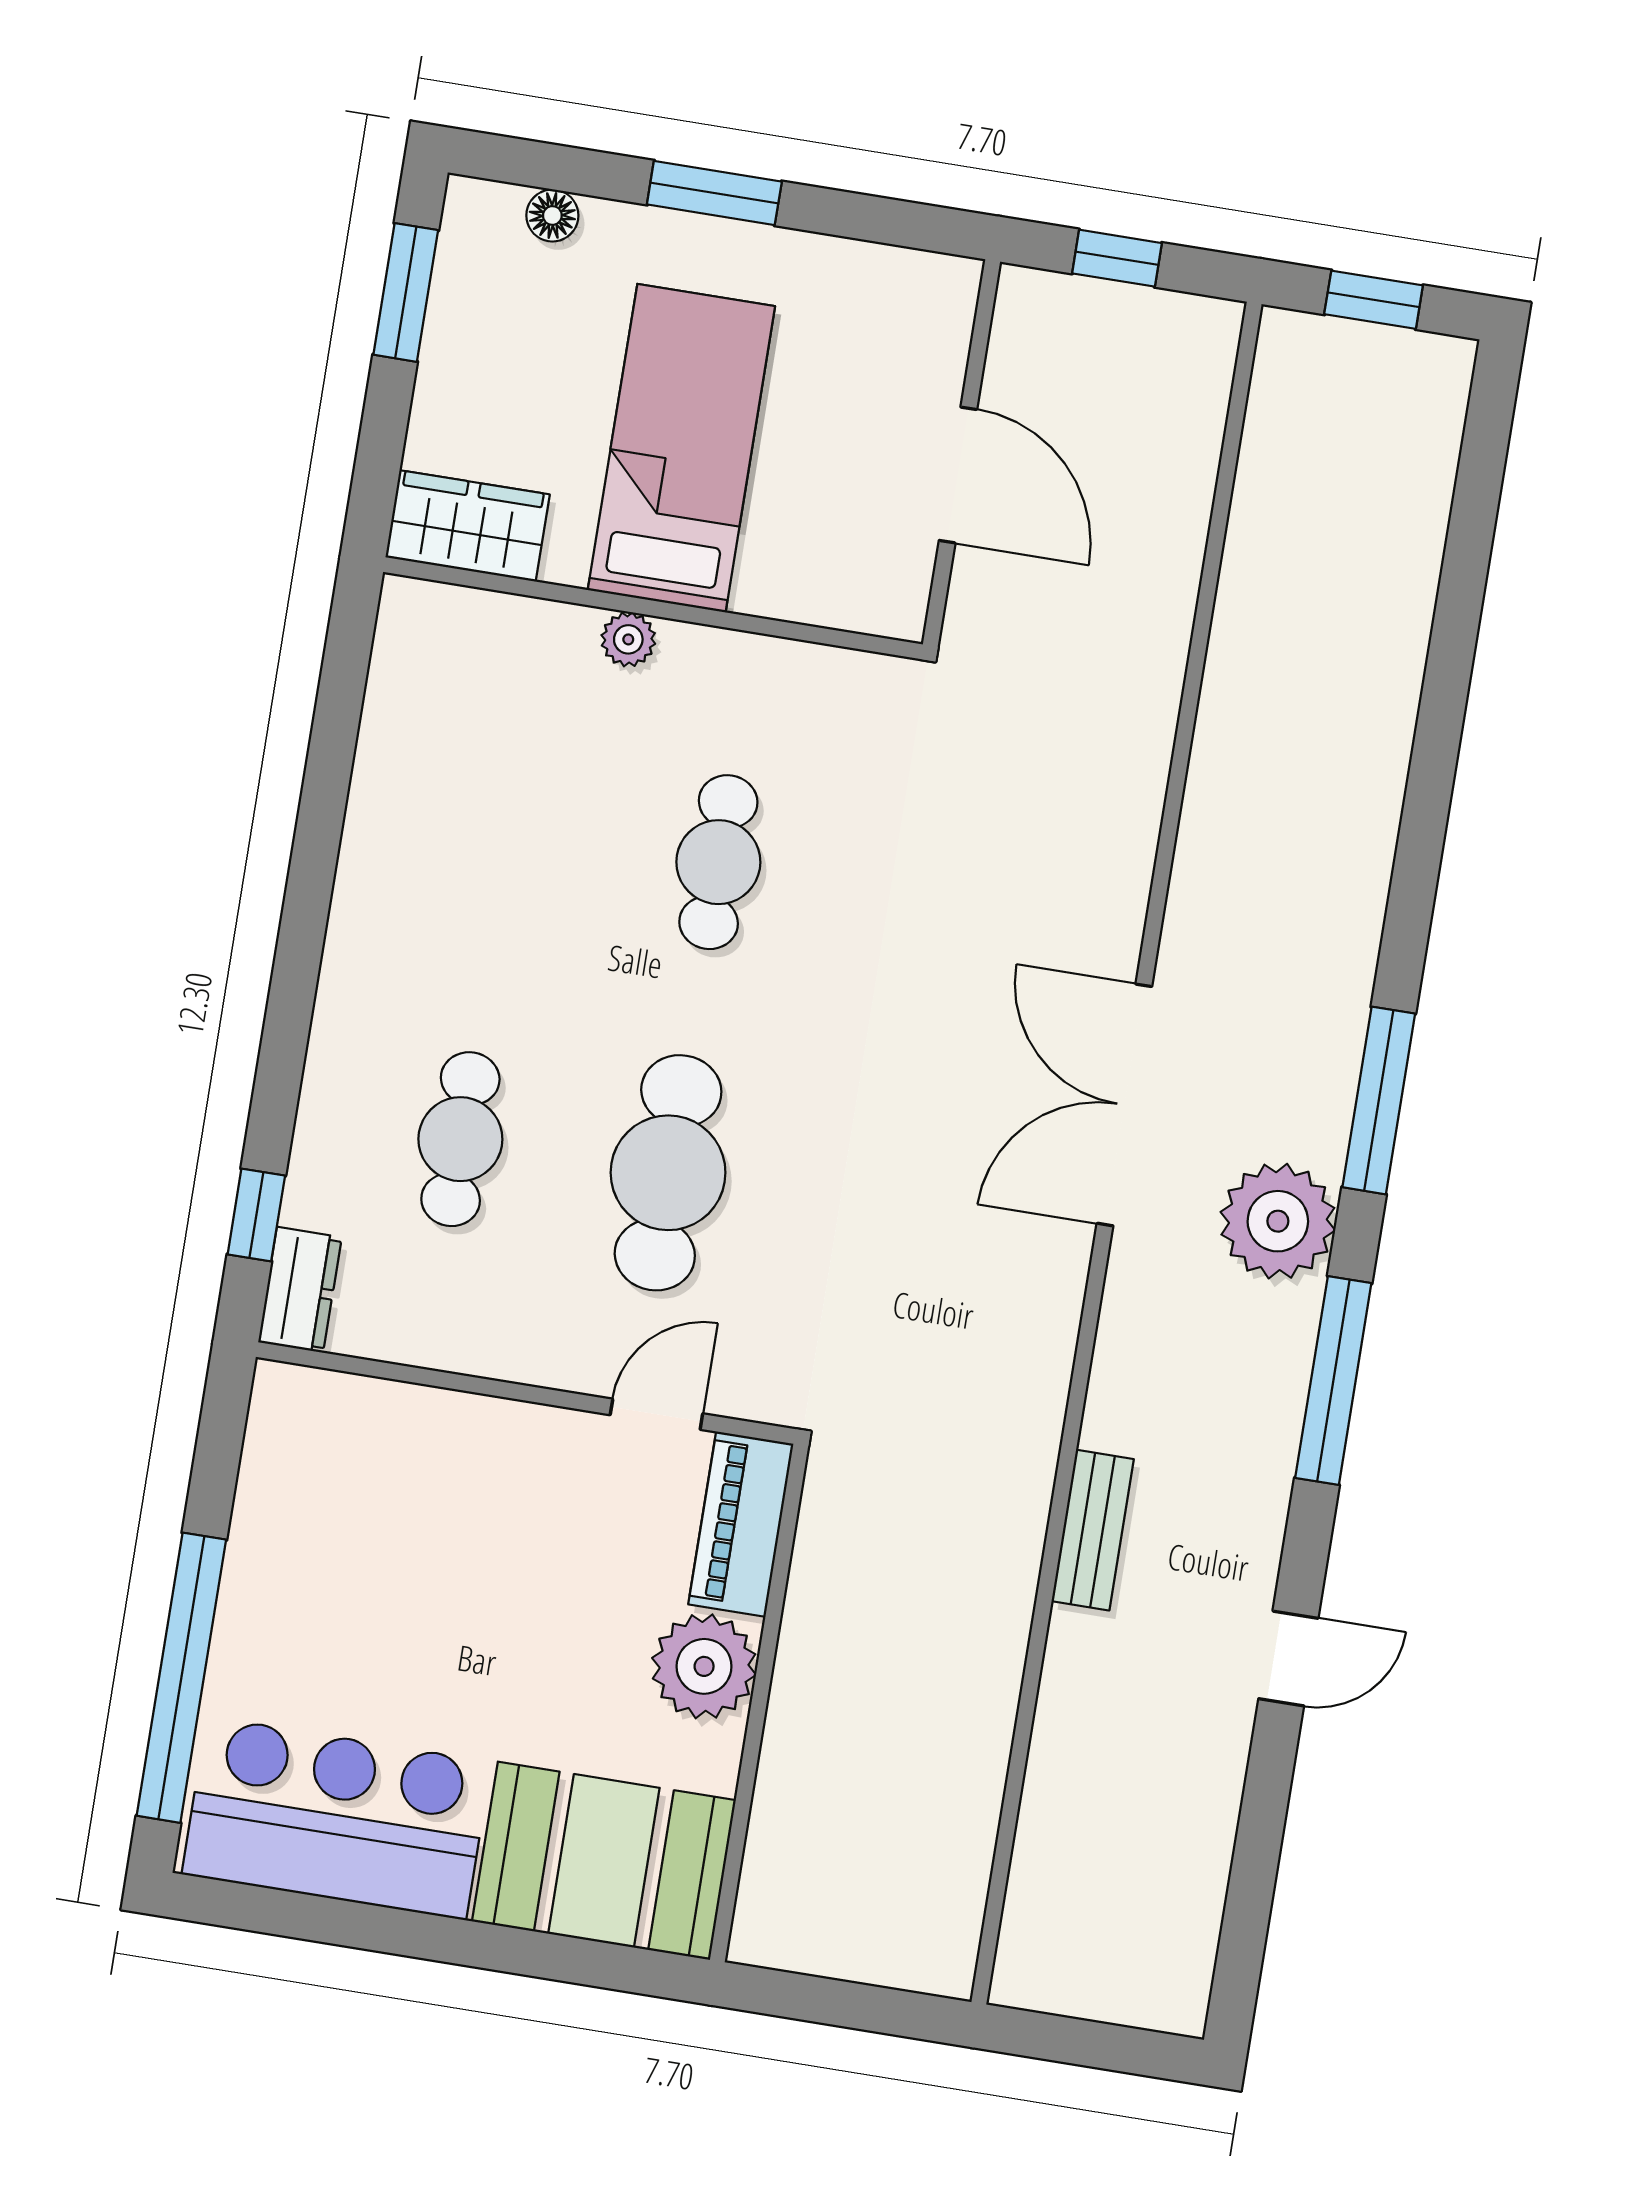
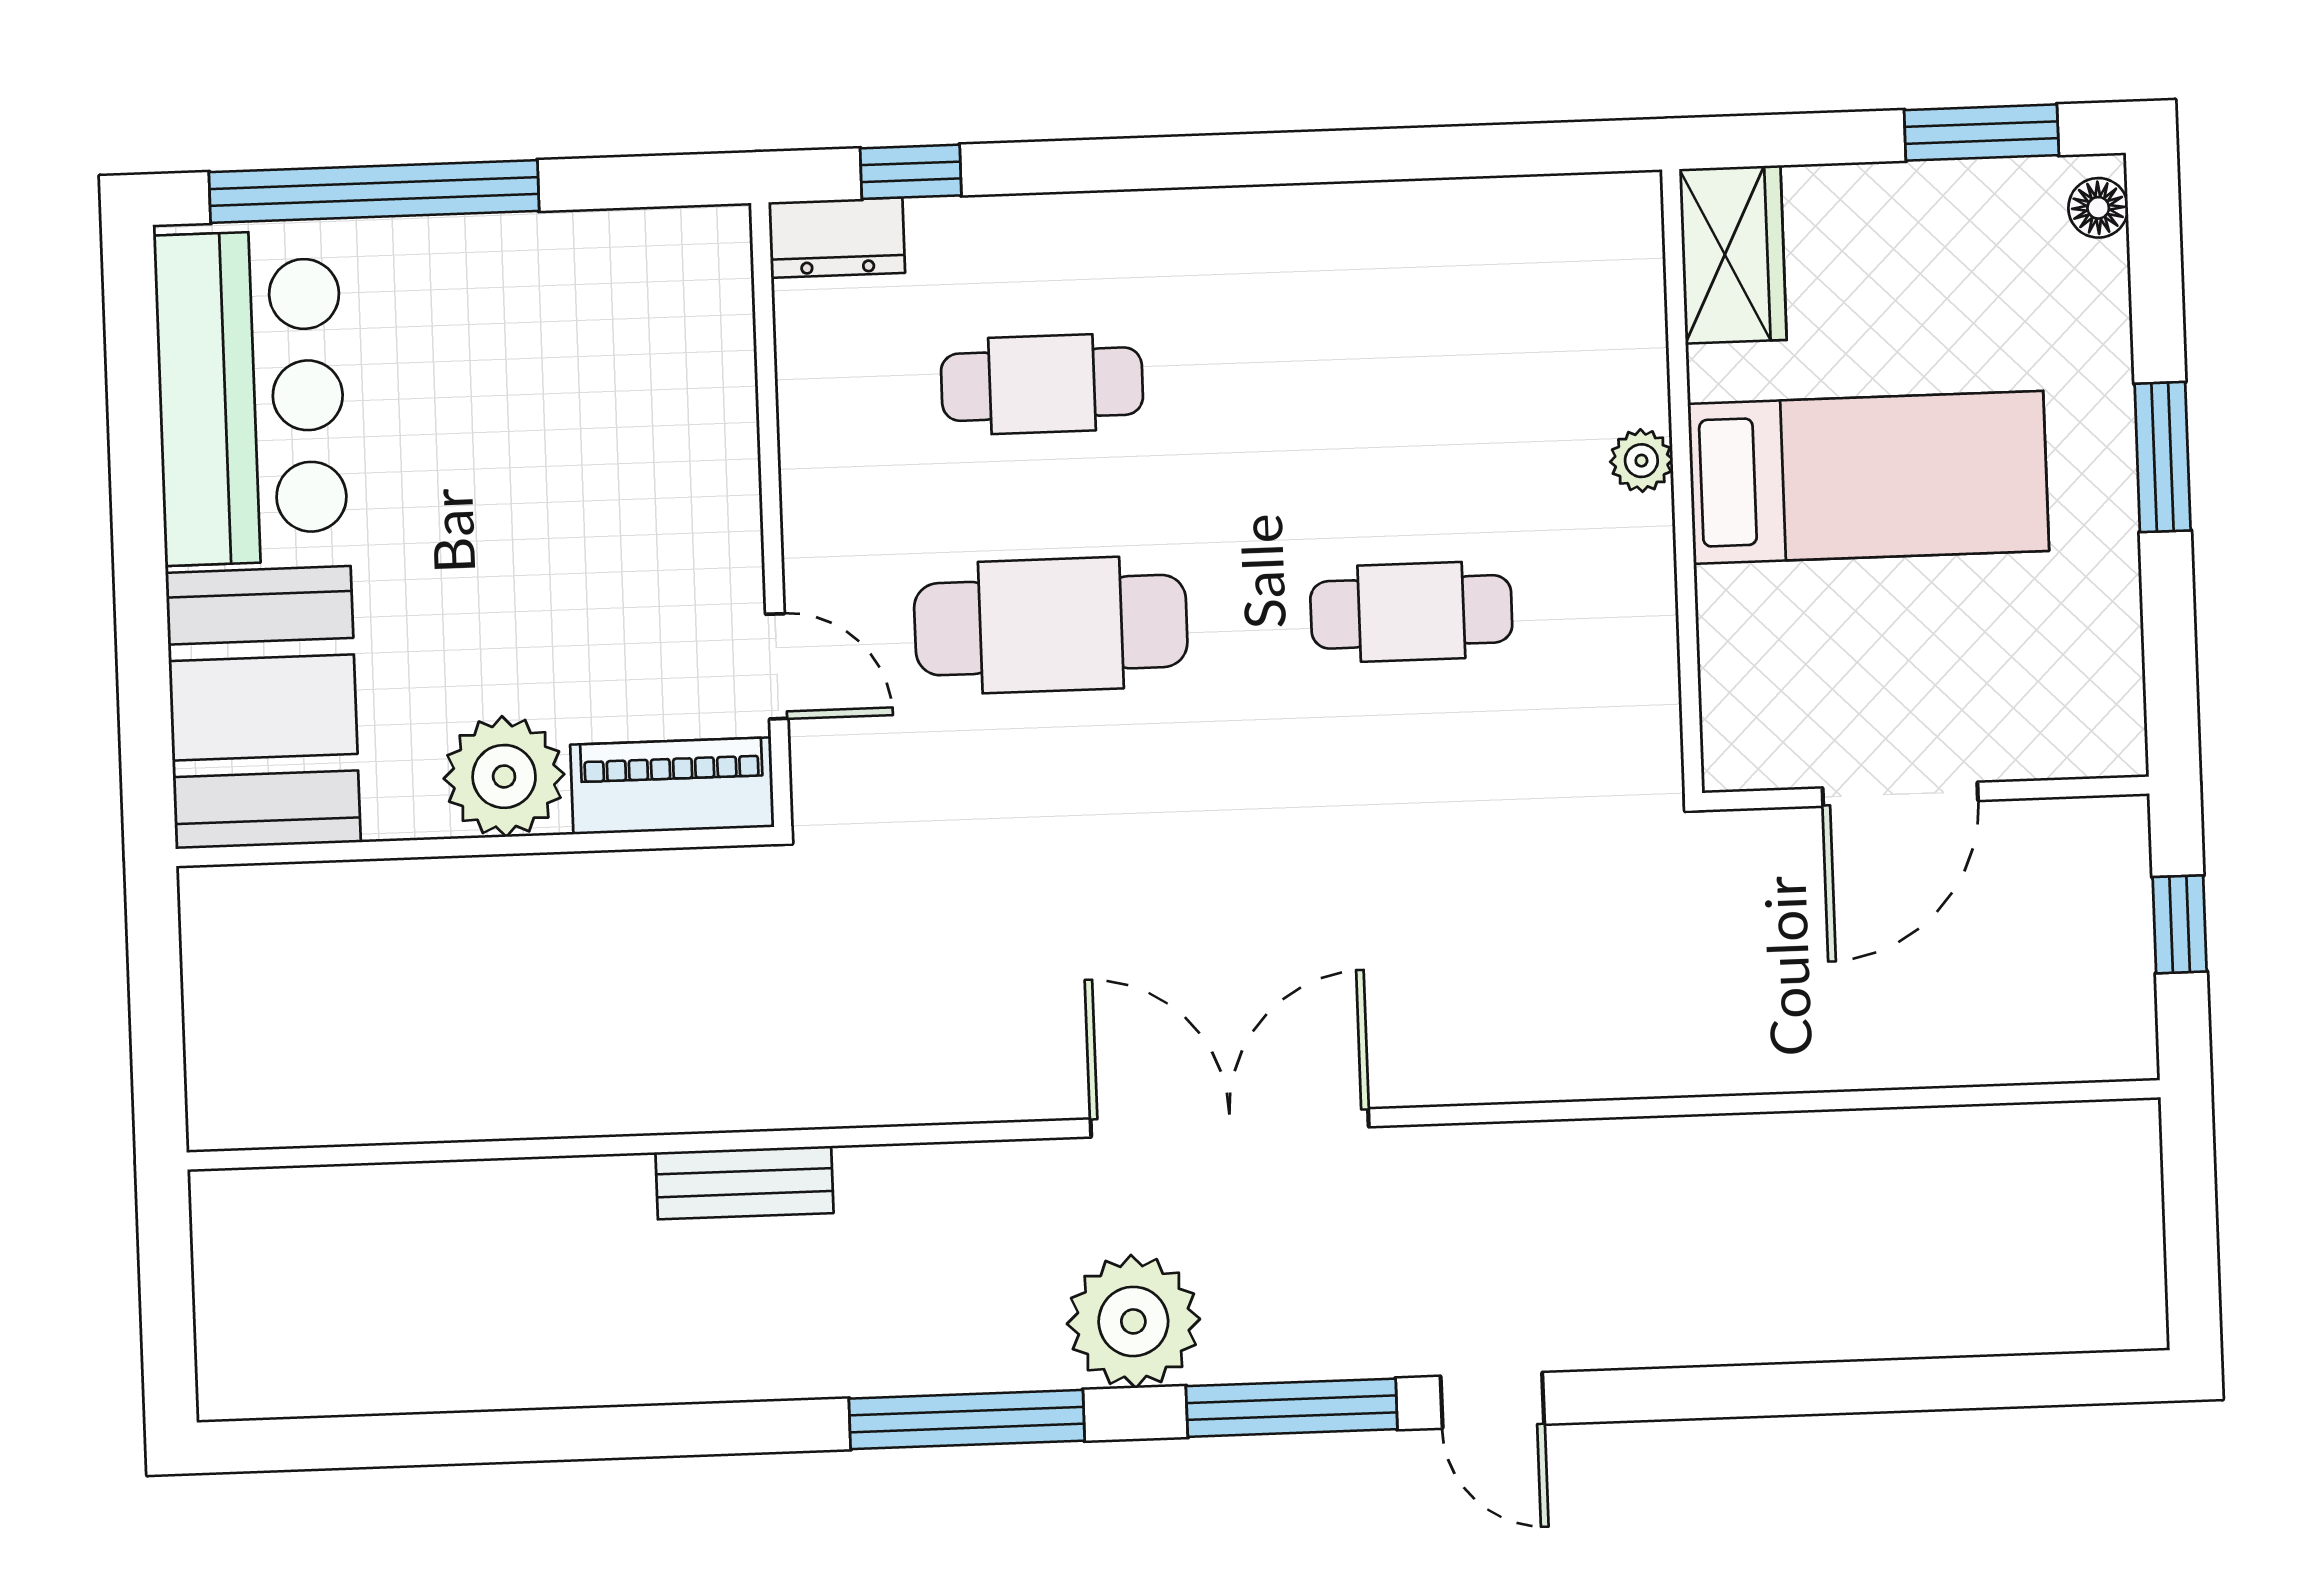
floor lamp: (552, 215) -> (2098, 208), moved
window: (1374, 300) -> (2191, 1222), removed
door: (1288, 1658) -> (1492, 1400), moved

